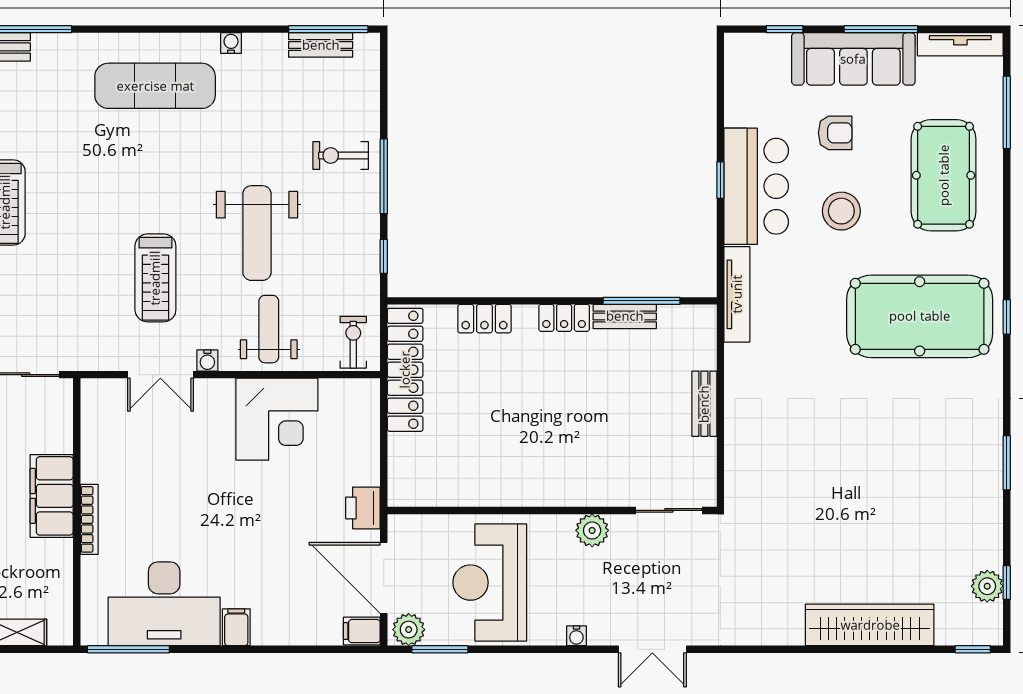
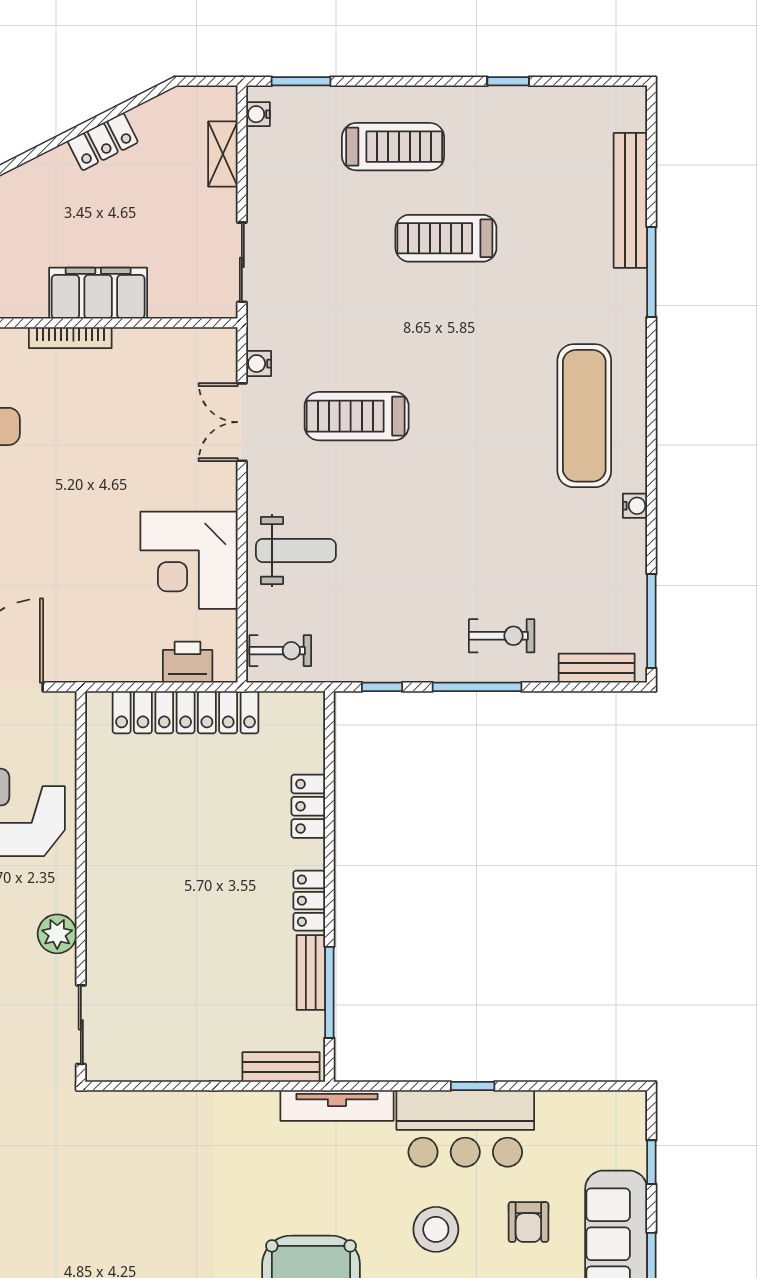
bench: (321, 45) -> (597, 668), moved, turned 90
exercise bike: (341, 156) -> (502, 636), turned 90
weight bench: (257, 233) -> (410, 537), removed
water cooler: (207, 361) -> (259, 364), moved
locker: (405, 370) -> (186, 712), moved
bench: (704, 404) -> (281, 1067), moved
printer: (363, 508) -> (188, 662), moved

